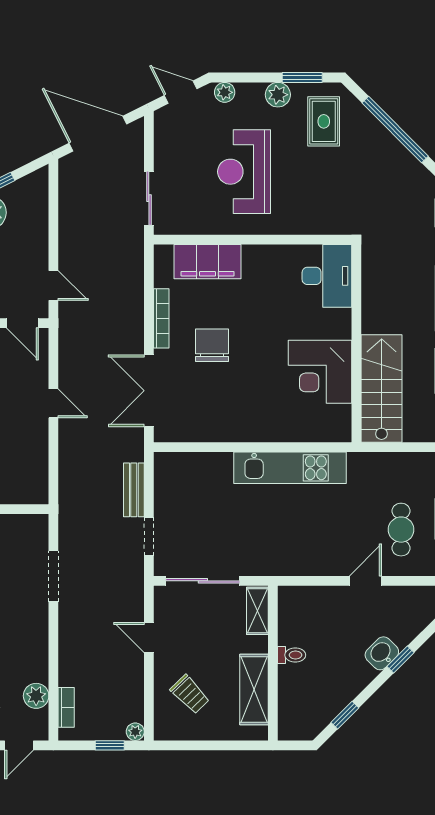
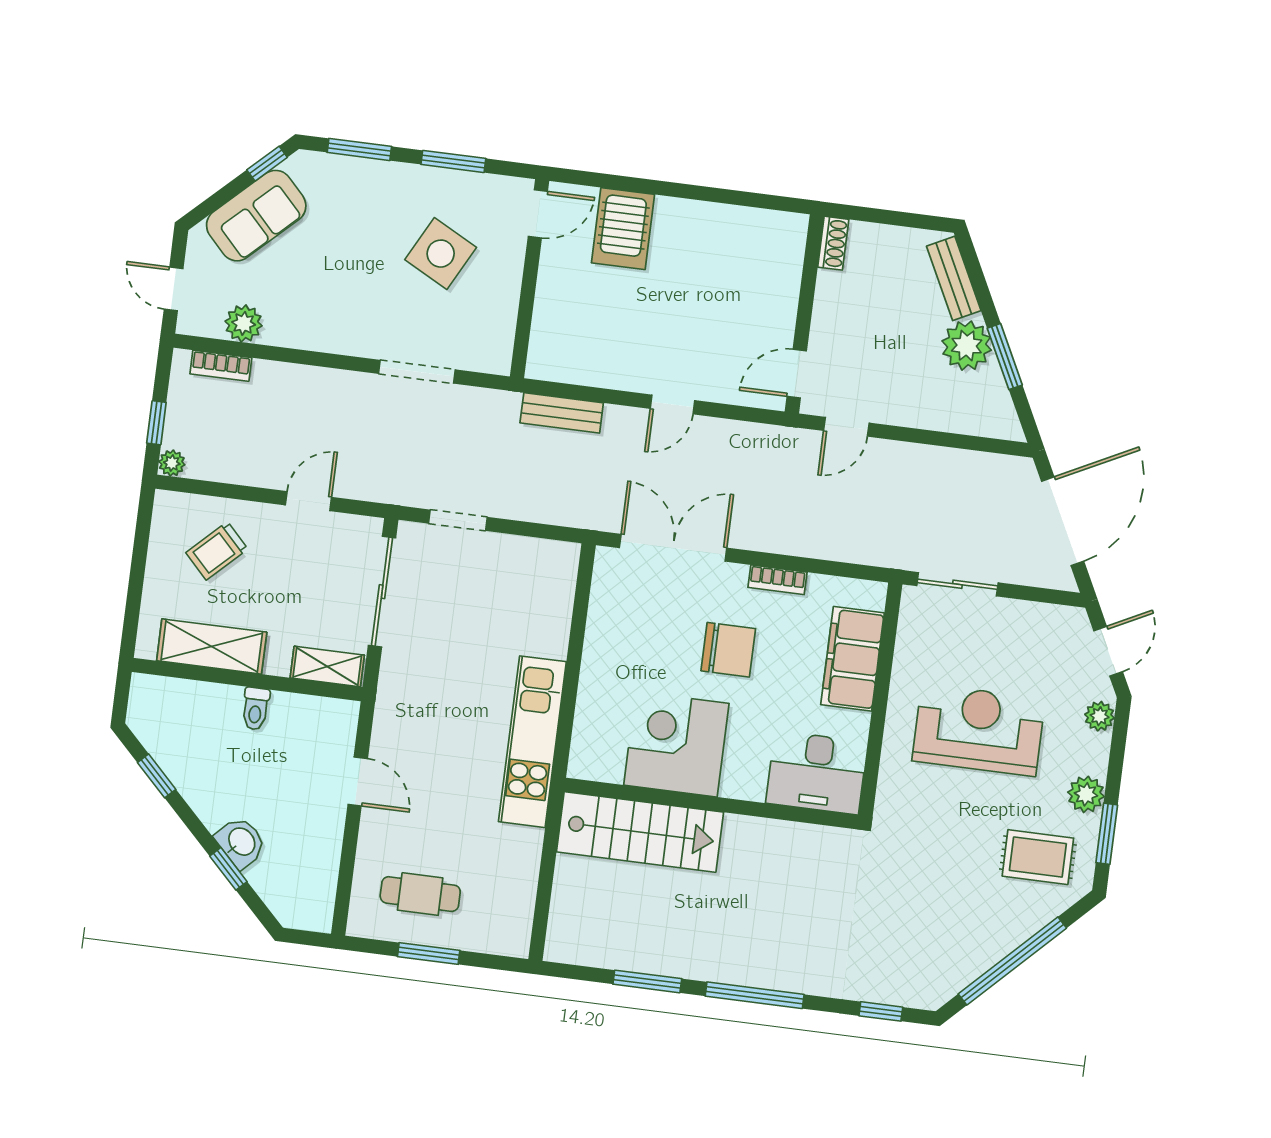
desk: (327, 276) -> (817, 773), moved
bookcase: (161, 318) -> (777, 580), width x0.64
wall: (356, 343) -> (711, 803), moved
corner desk: (320, 372) -> (676, 744), moved
stairs: (382, 388) -> (640, 832), moved
bench: (134, 490) -> (562, 413), moved
door: (365, 581) -> (358, 781), moved

